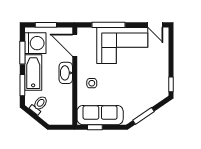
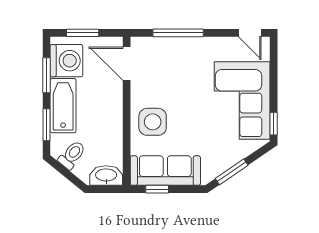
corner sofa: (122, 46) -> (242, 101), moved, turned 90
washbasin: (66, 73) -> (106, 176), moved, turned 90
side table: (92, 83) -> (153, 122), width x1.87, depth x1.87

